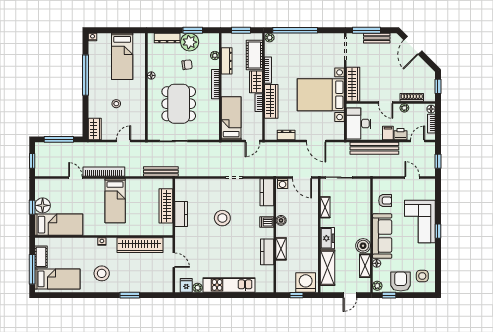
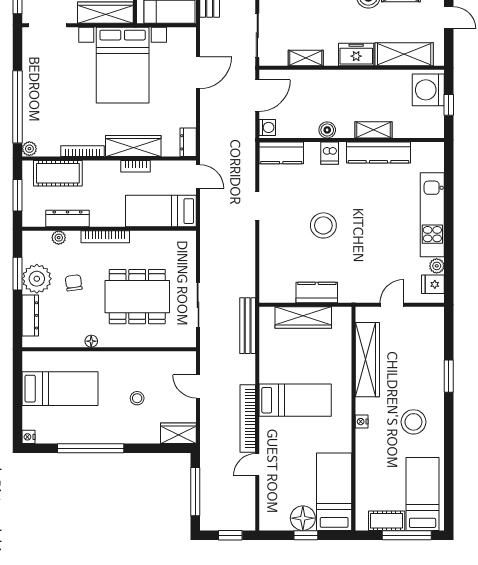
wardrobe: (256, 82) -> (102, 171), removed
dresser: (286, 135) -> (188, 142), moved
kitchen counter: (267, 252) -> (378, 152), width x1.50

